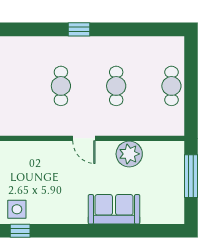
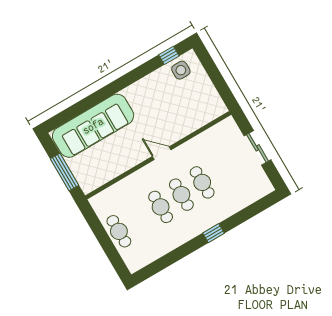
cafe table: (89, 86) -> (181, 195), added
plant: (129, 154) -> (121, 161), removed
sofa: (114, 209) -> (93, 126), width x1.85, depth x1.27

